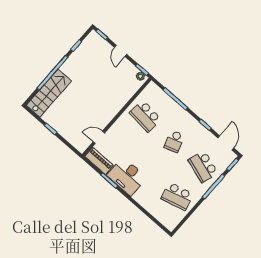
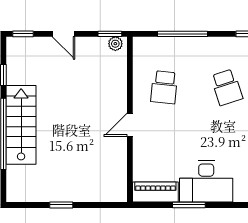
stairs: (49, 93) -> (21, 125), moved
school desk: (145, 116) -> (164, 87), width x0.54
door: (99, 137) -> (130, 125), moved

